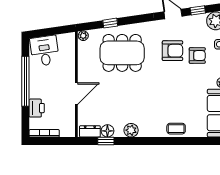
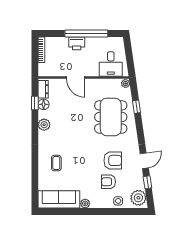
desk: (45, 51) -> (111, 64), moved, turned 98
armchair: (172, 51) -> (113, 160), turned -90
armchair: (197, 55) -> (109, 182), turned 90
printer: (37, 108) -> (77, 43), moved
coffee table: (176, 129) -> (56, 163), moved

